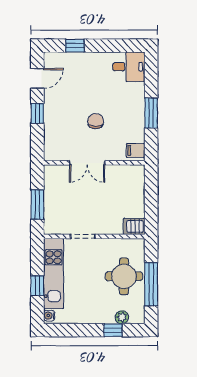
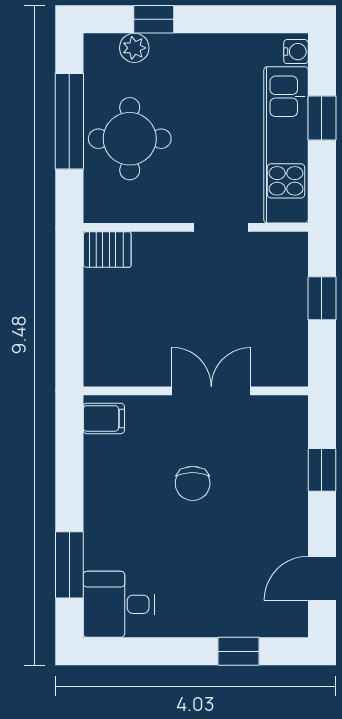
window: (37, 113) -> (322, 470), moved
window: (151, 113) -> (69, 565), moved
window: (37, 205) -> (322, 298), width x0.67

